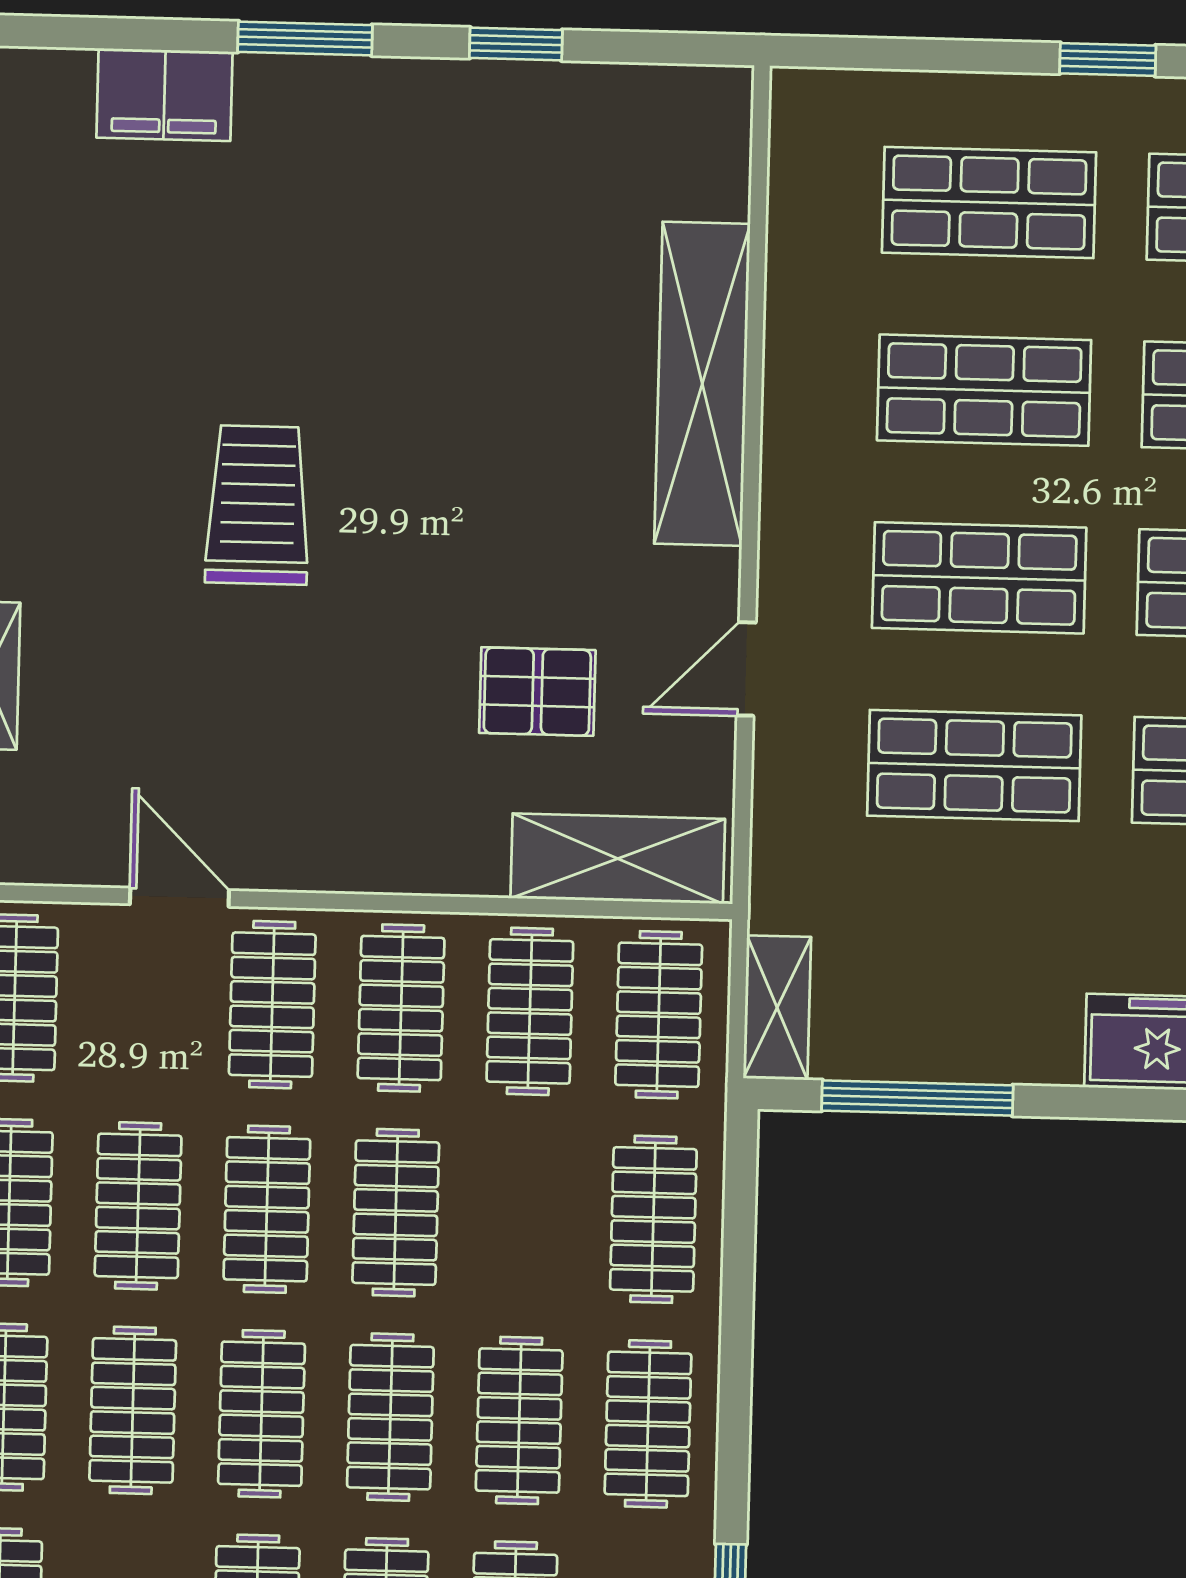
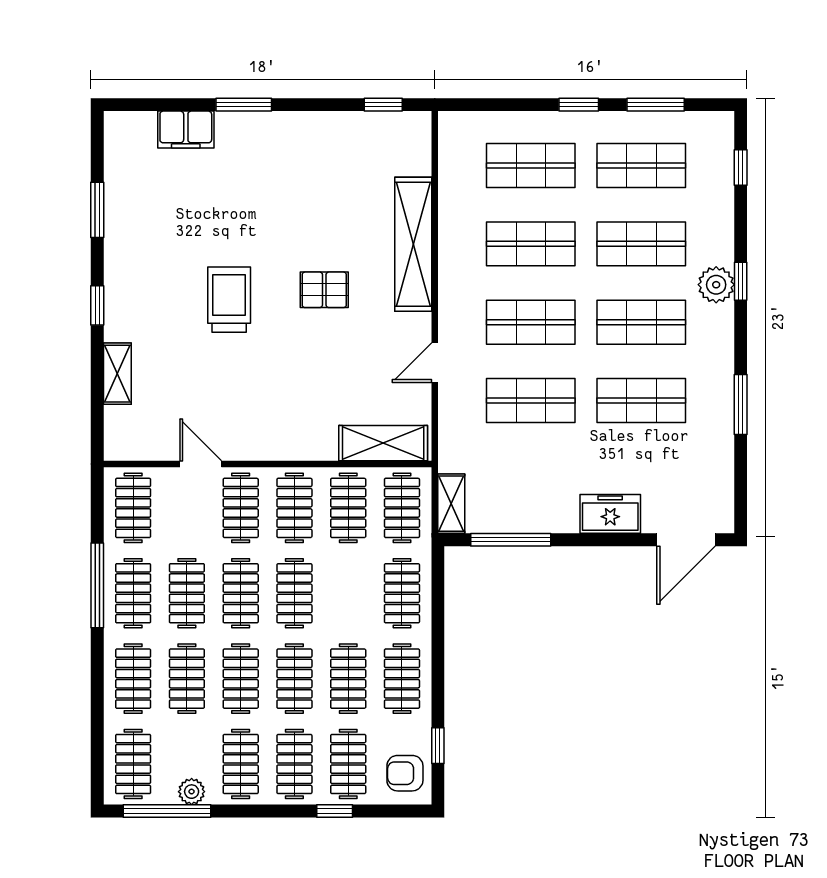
window: (516, 44) -> (383, 105), moved
pallet: (537, 692) -> (324, 290), moved

